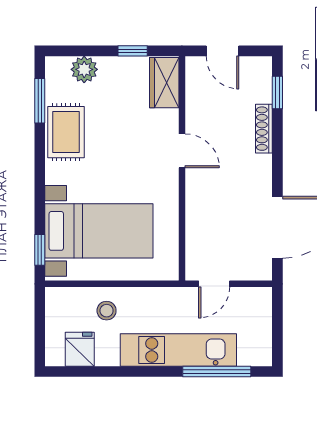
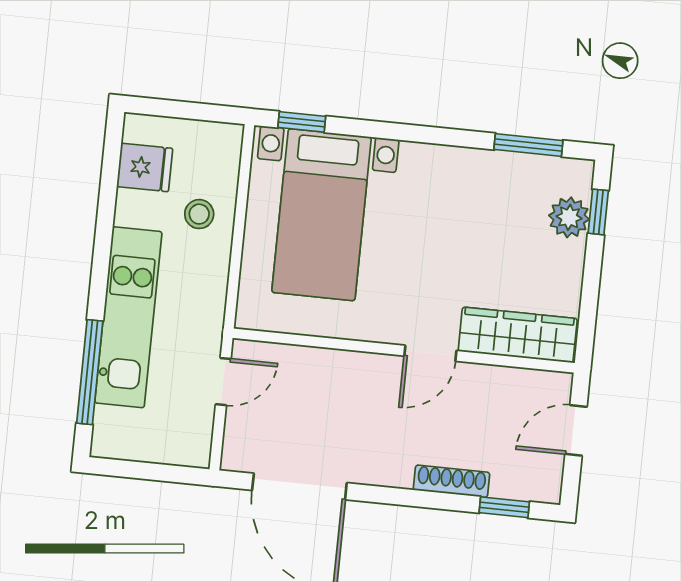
window: (133, 51) -> (598, 212), moved
wardrobe: (164, 83) -> (518, 335), width x1.50
rug: (66, 132) -> (477, 180), removed
door: (214, 284) -> (223, 382), swing flipped

